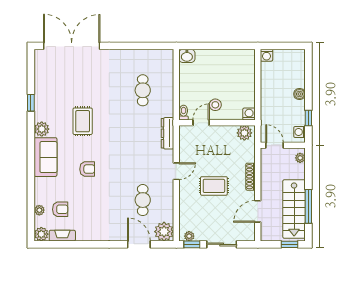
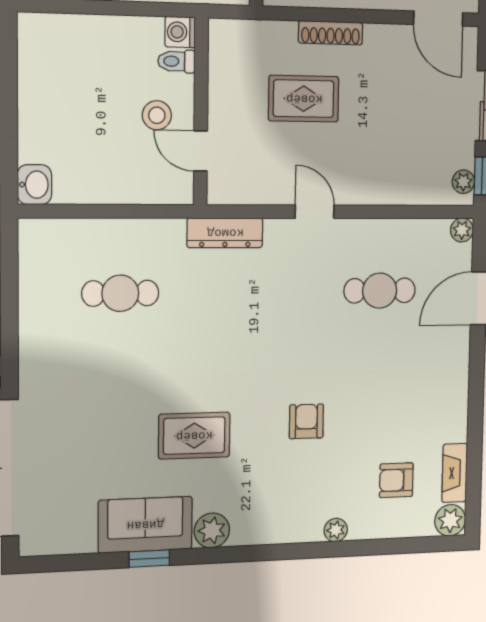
toilet: (184, 113) -> (176, 61), moved
plant: (244, 133) -> (226, 45), removed
sofa: (46, 157) -> (145, 525), moved
rug: (214, 186) -> (304, 99), moved, turned 90
armchair: (60, 209) -> (396, 480), turned -90
plant: (39, 210) -> (336, 530), moved
door: (258, 211) -> (438, 19), moved
plant: (164, 232) -> (462, 230), width x0.53, depth x0.53

